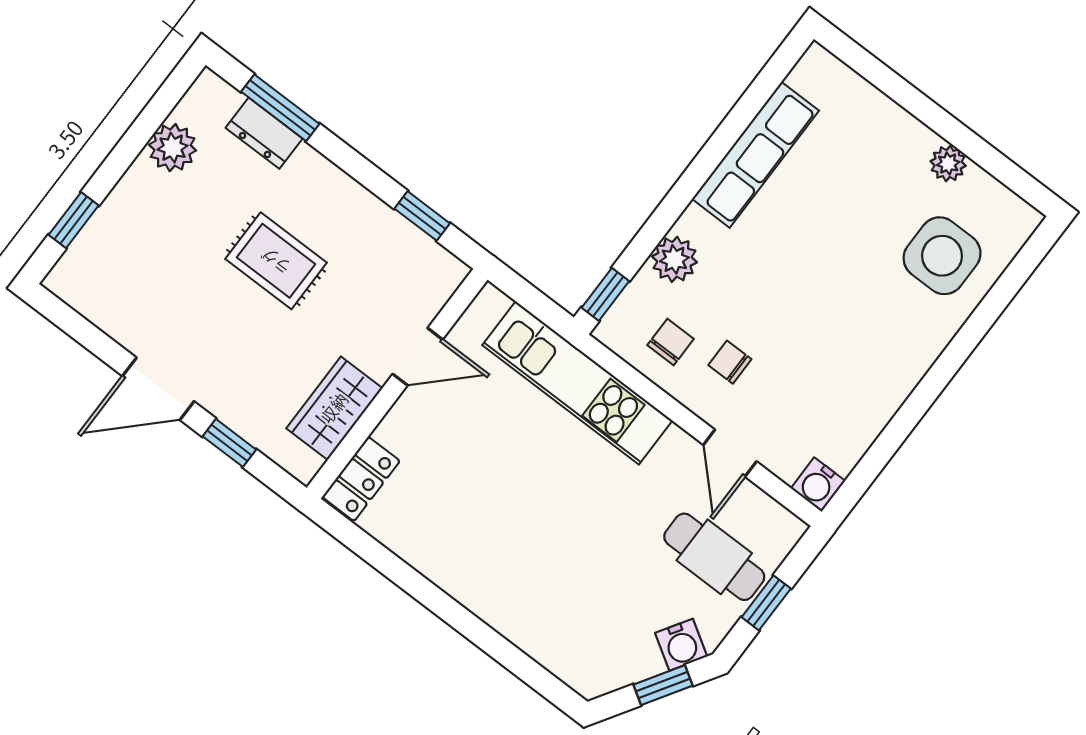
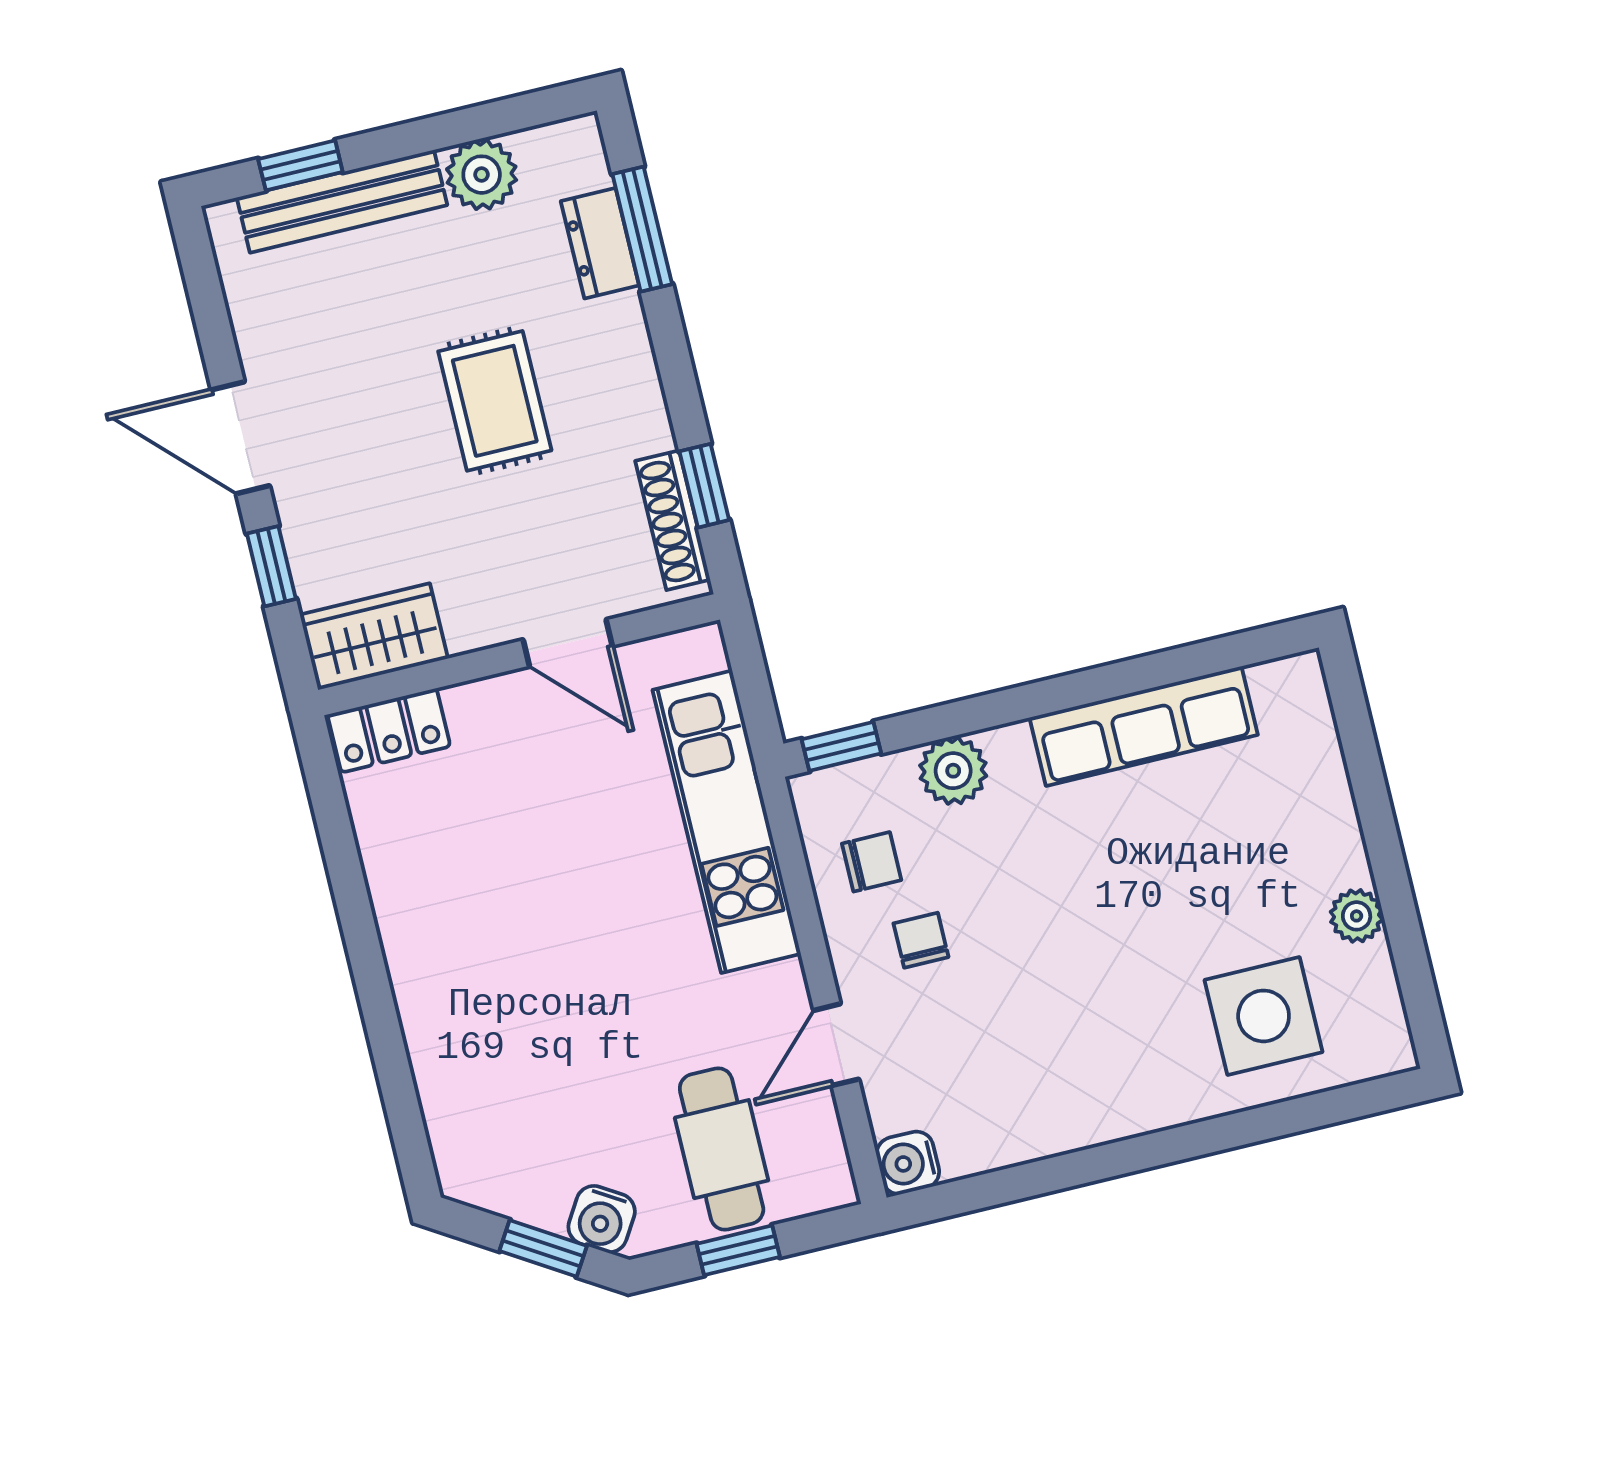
bench: (111, 221) -> (342, 201), added
shoe rack: (420, 248) -> (673, 520), added
wardrobe: (334, 408) -> (374, 637), moved

